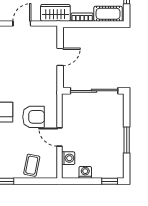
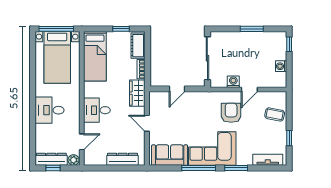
door: (60, 57) -> (177, 89), swing flipped
washing machine: (68, 158) -> (233, 82), moved

